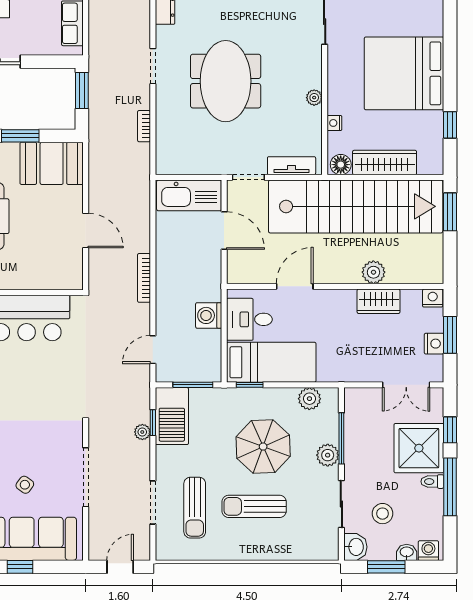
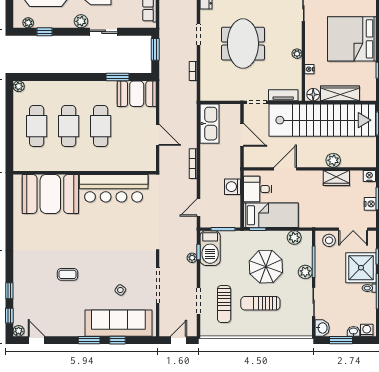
kitchen sink: (189, 195) -> (209, 124), moved, turned -90
stool: (383, 514) -> (329, 240), moved

